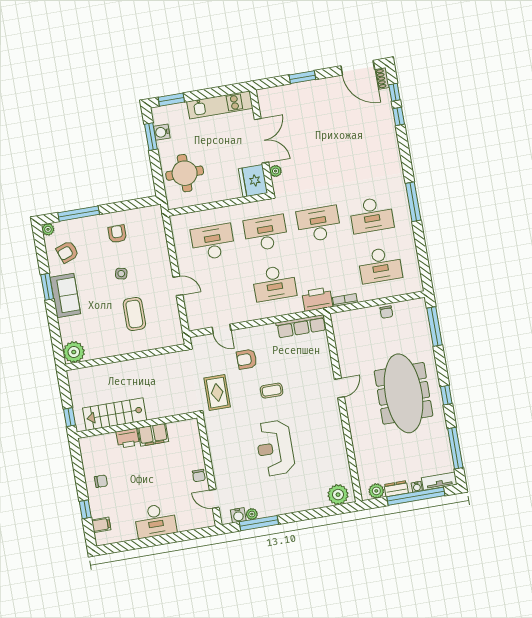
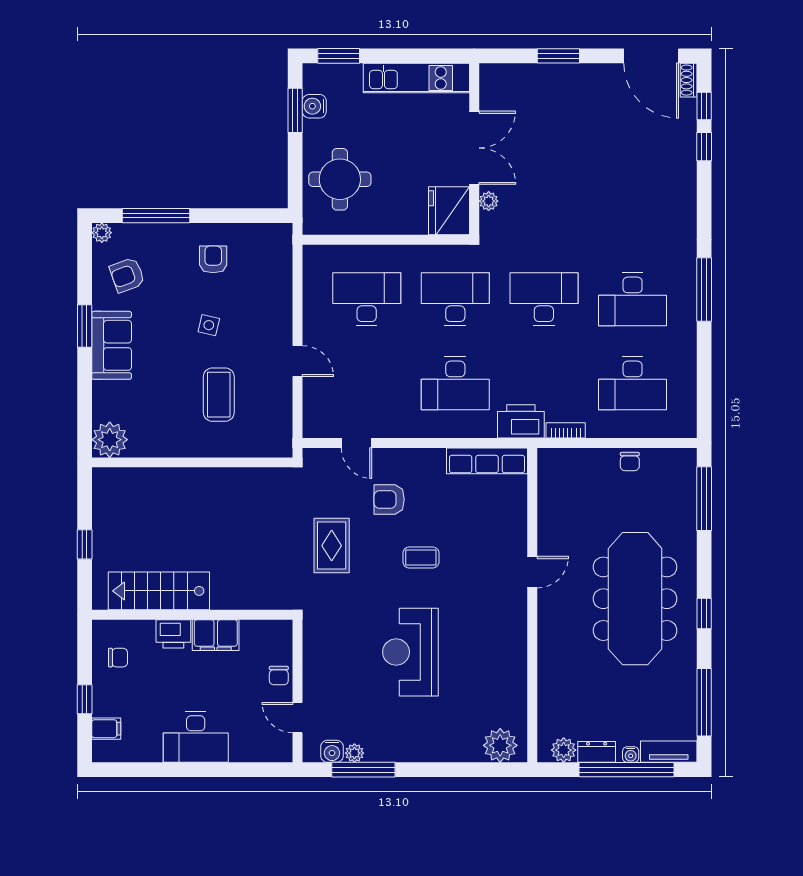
stairs: (115, 414) -> (159, 591), moved
wall: (137, 425) -> (192, 615), moved
filing cabinet: (153, 435) -> (216, 635), moved
printer: (128, 438) -> (173, 634), moved

